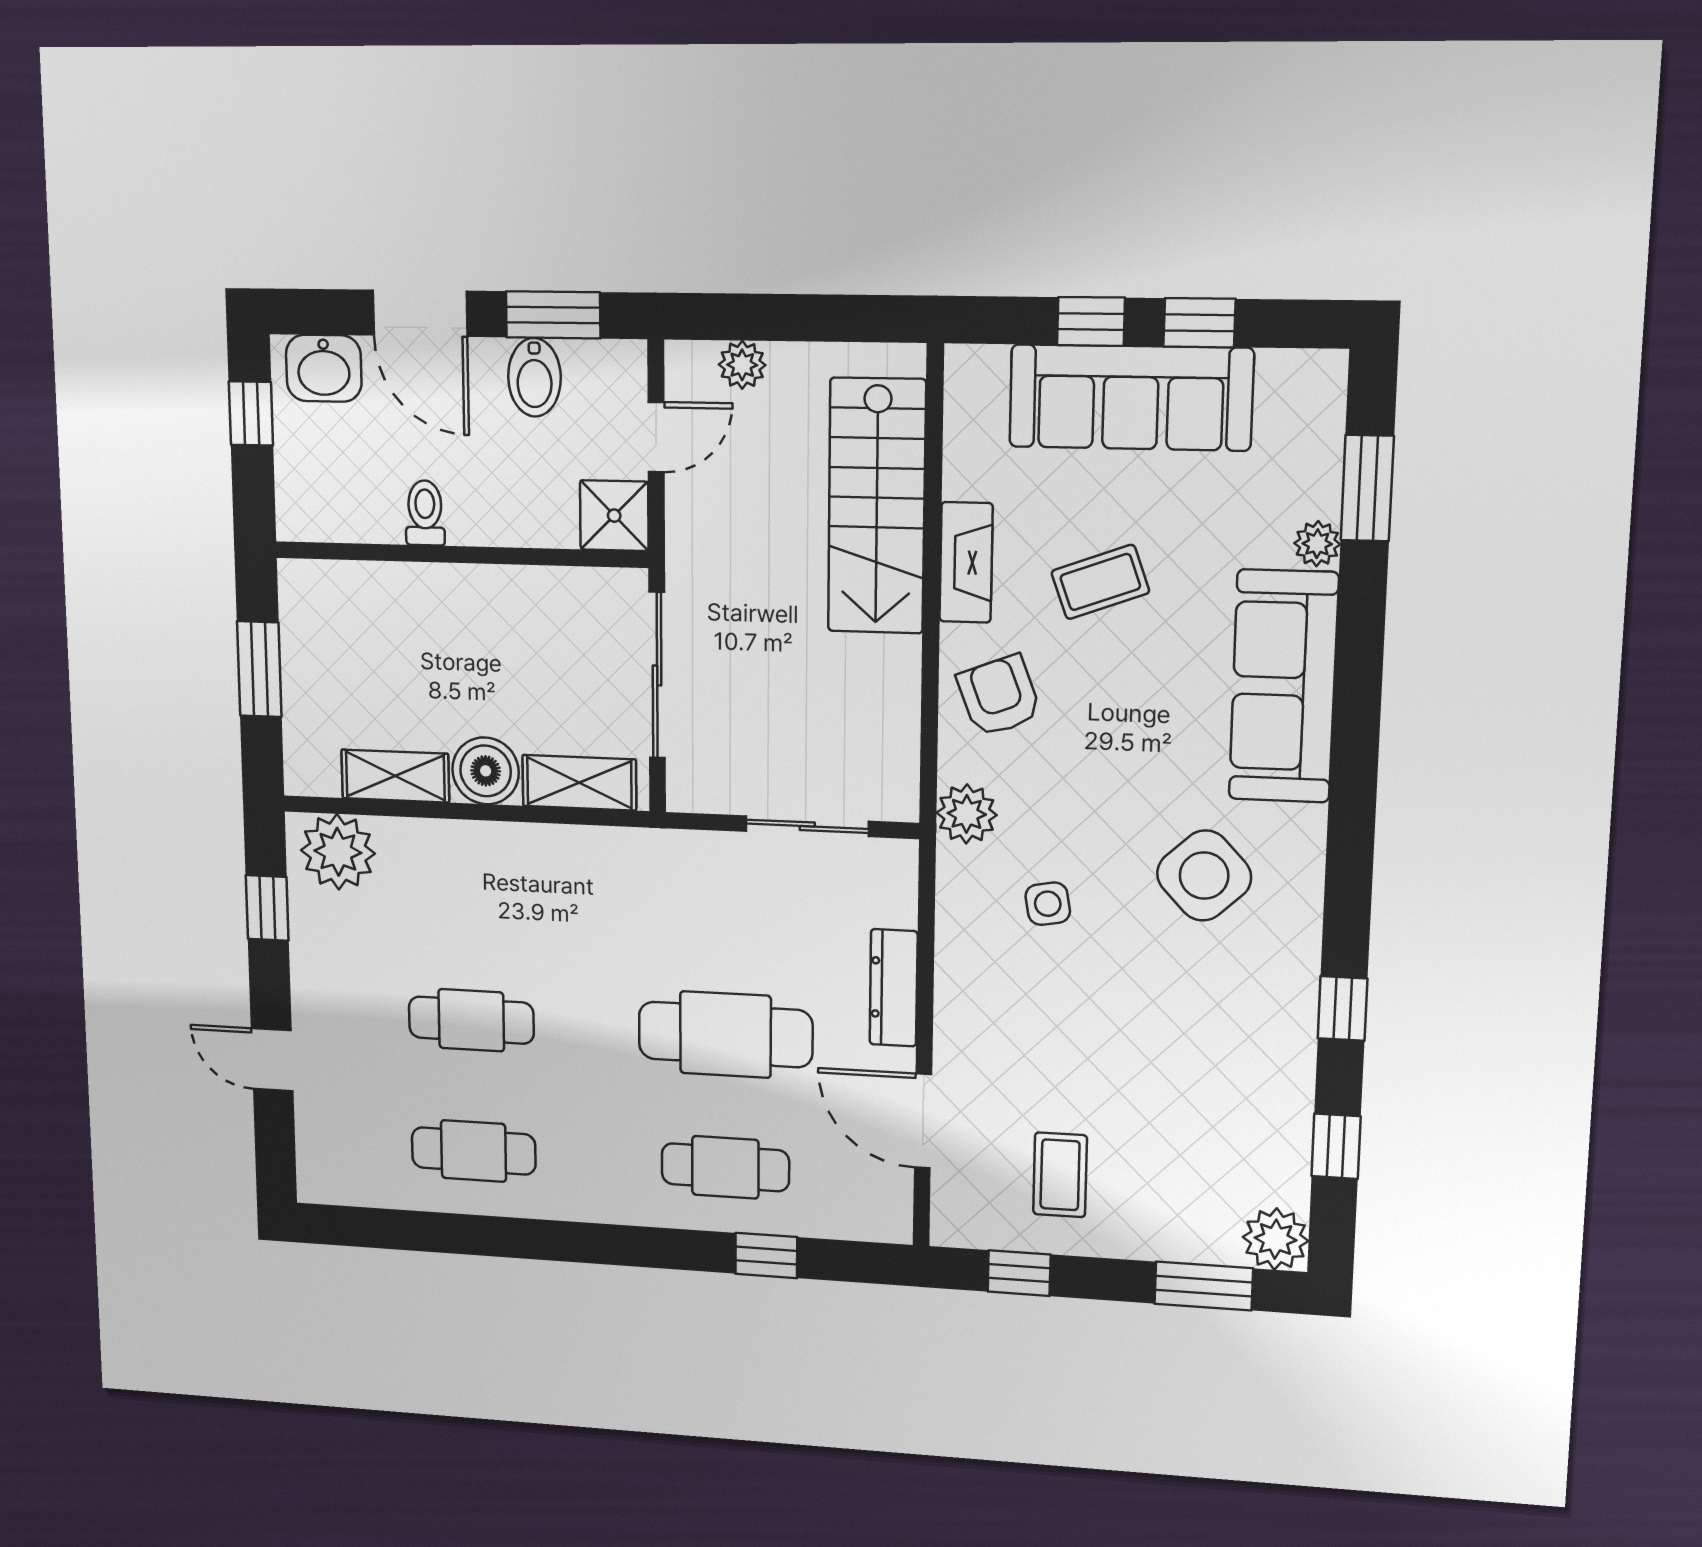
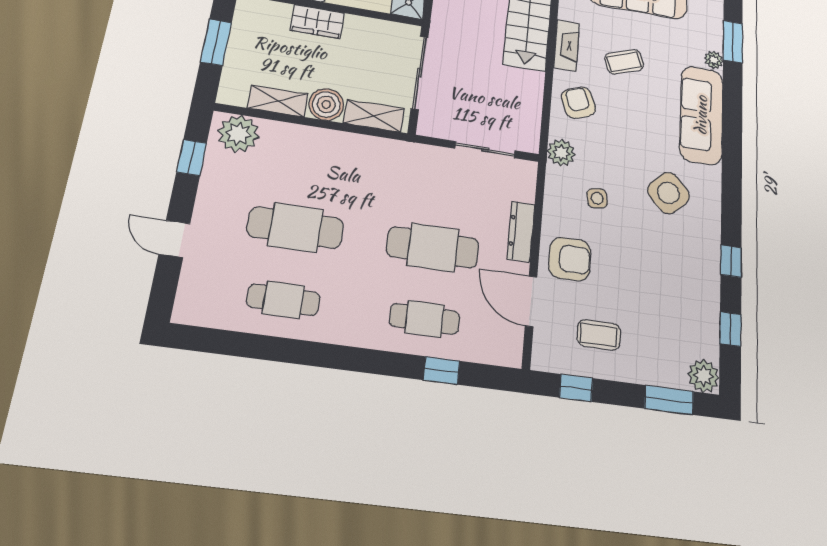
wardrobe: (439, 592) -> (317, 22), added
cafe table: (471, 1020) -> (295, 228), width x1.37, depth x1.35
armchair: (996, 1034) -> (570, 259), added
coffee table: (1060, 1175) -> (599, 335), turned 90

